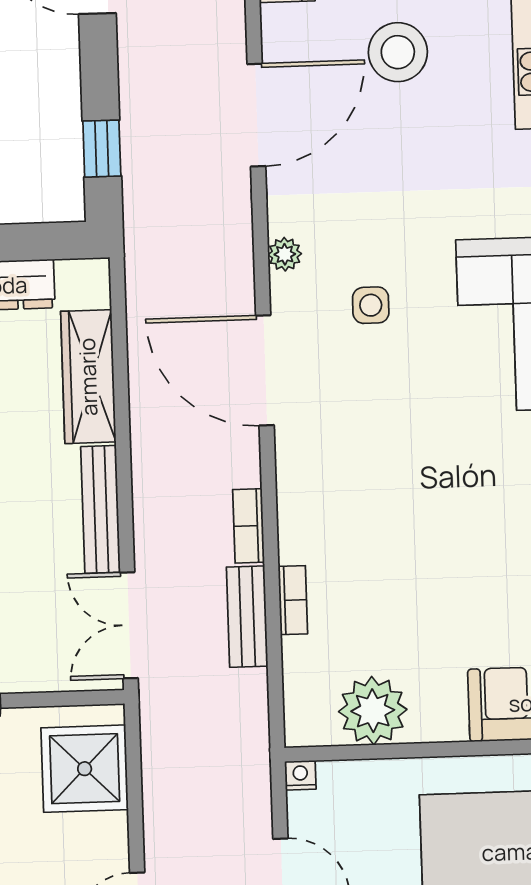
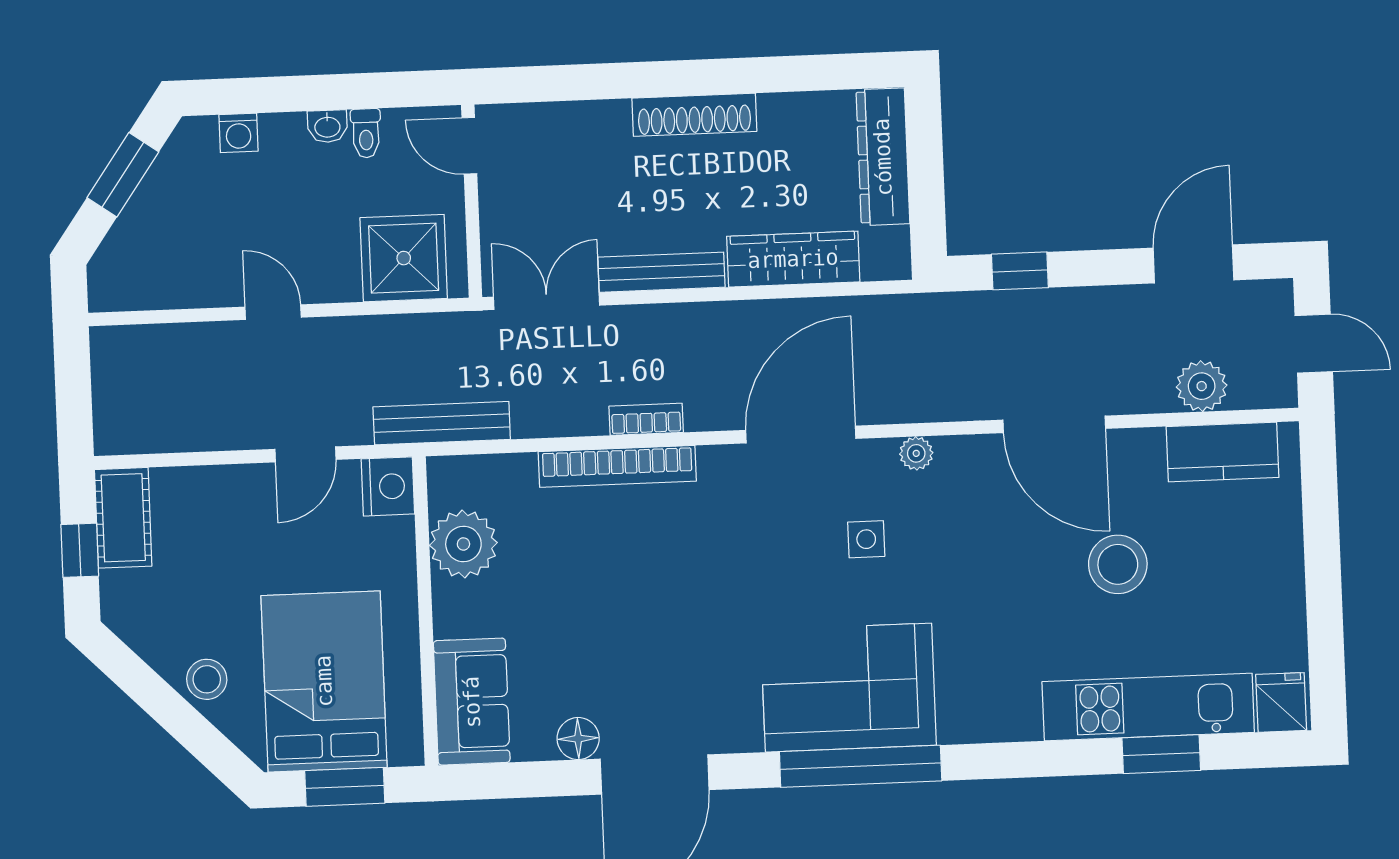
bookcase: (293, 600) -> (617, 466), width x2.31, depth x1.31
bench: (247, 617) -> (442, 423), moved, width x1.36
nightstand: (300, 775) -> (388, 486), width x1.89, depth x1.79

